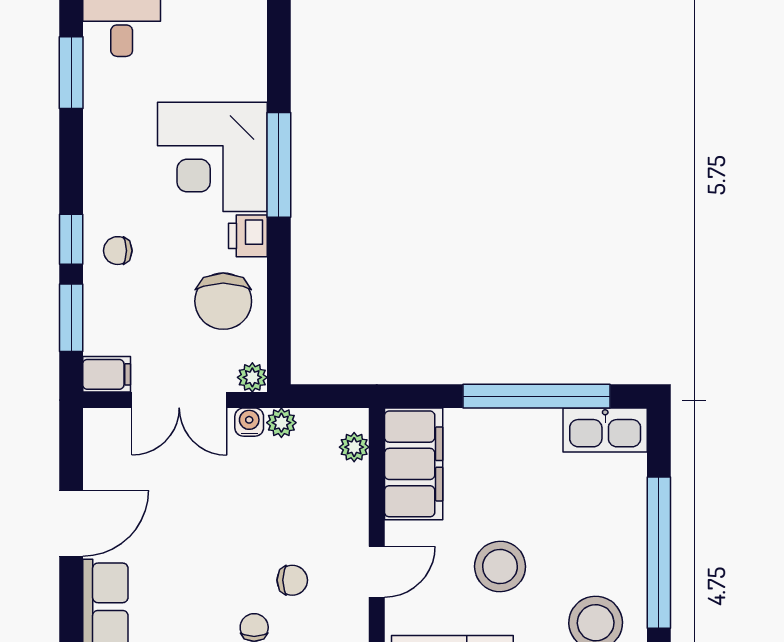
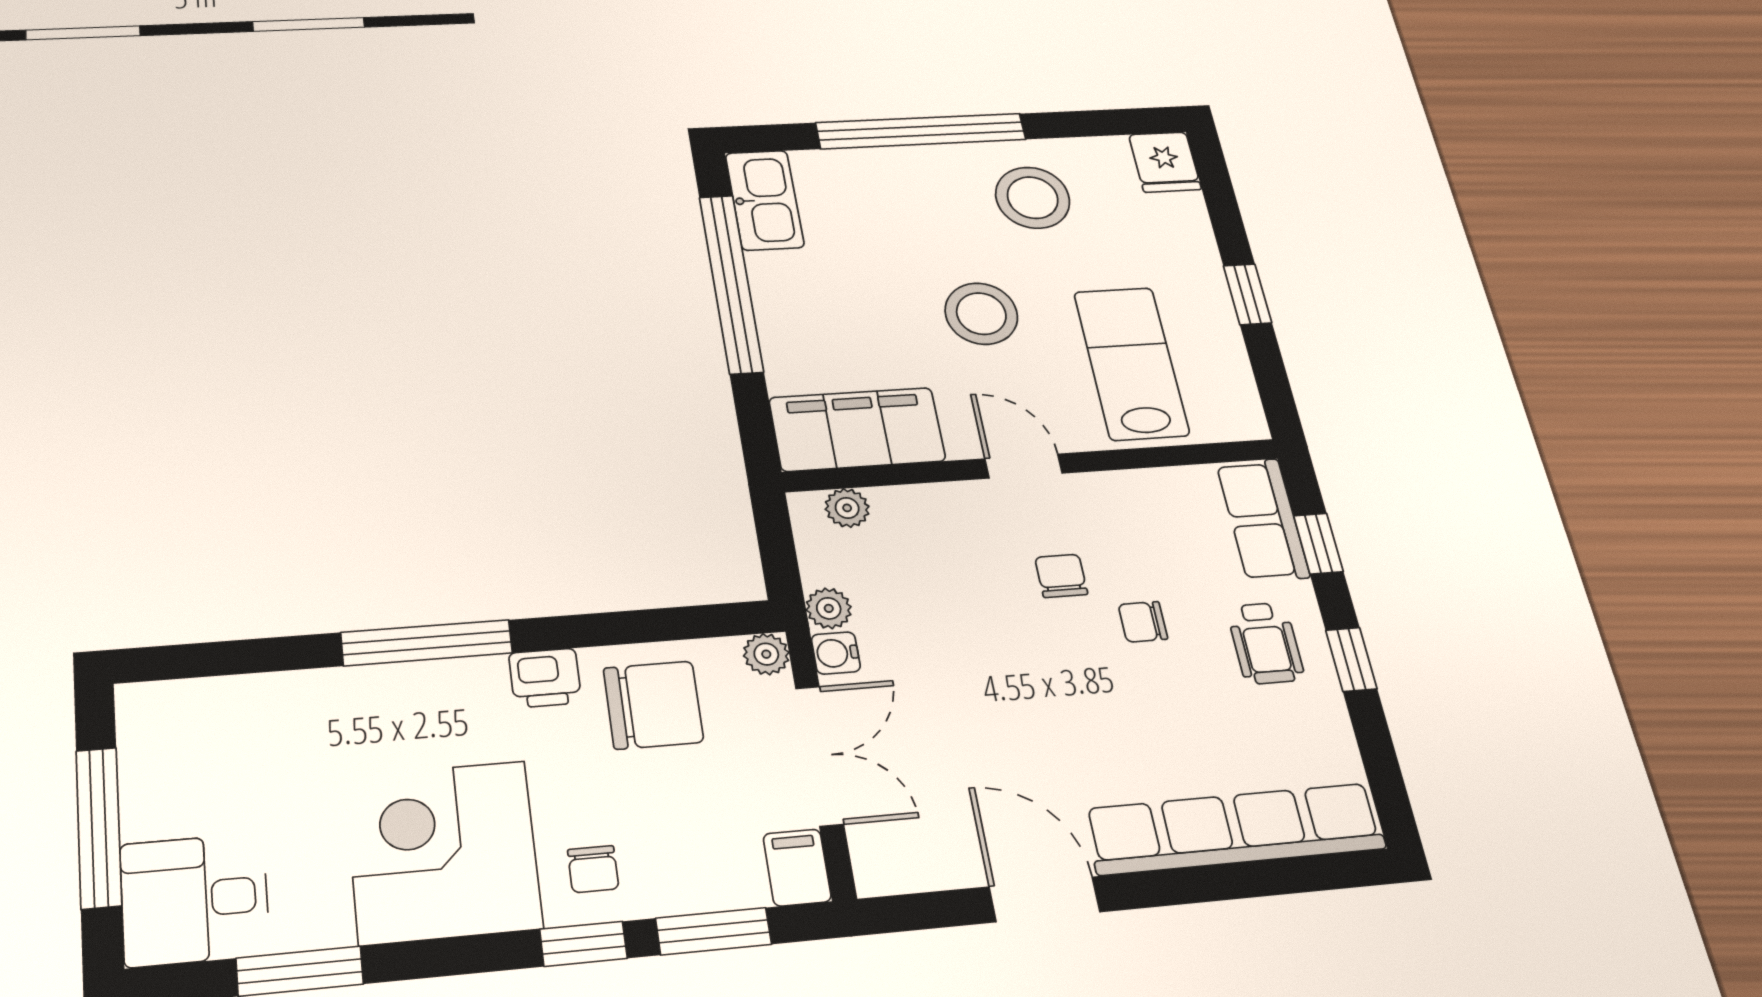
corner desk: (212, 157) -> (443, 852), moved, turned 180

